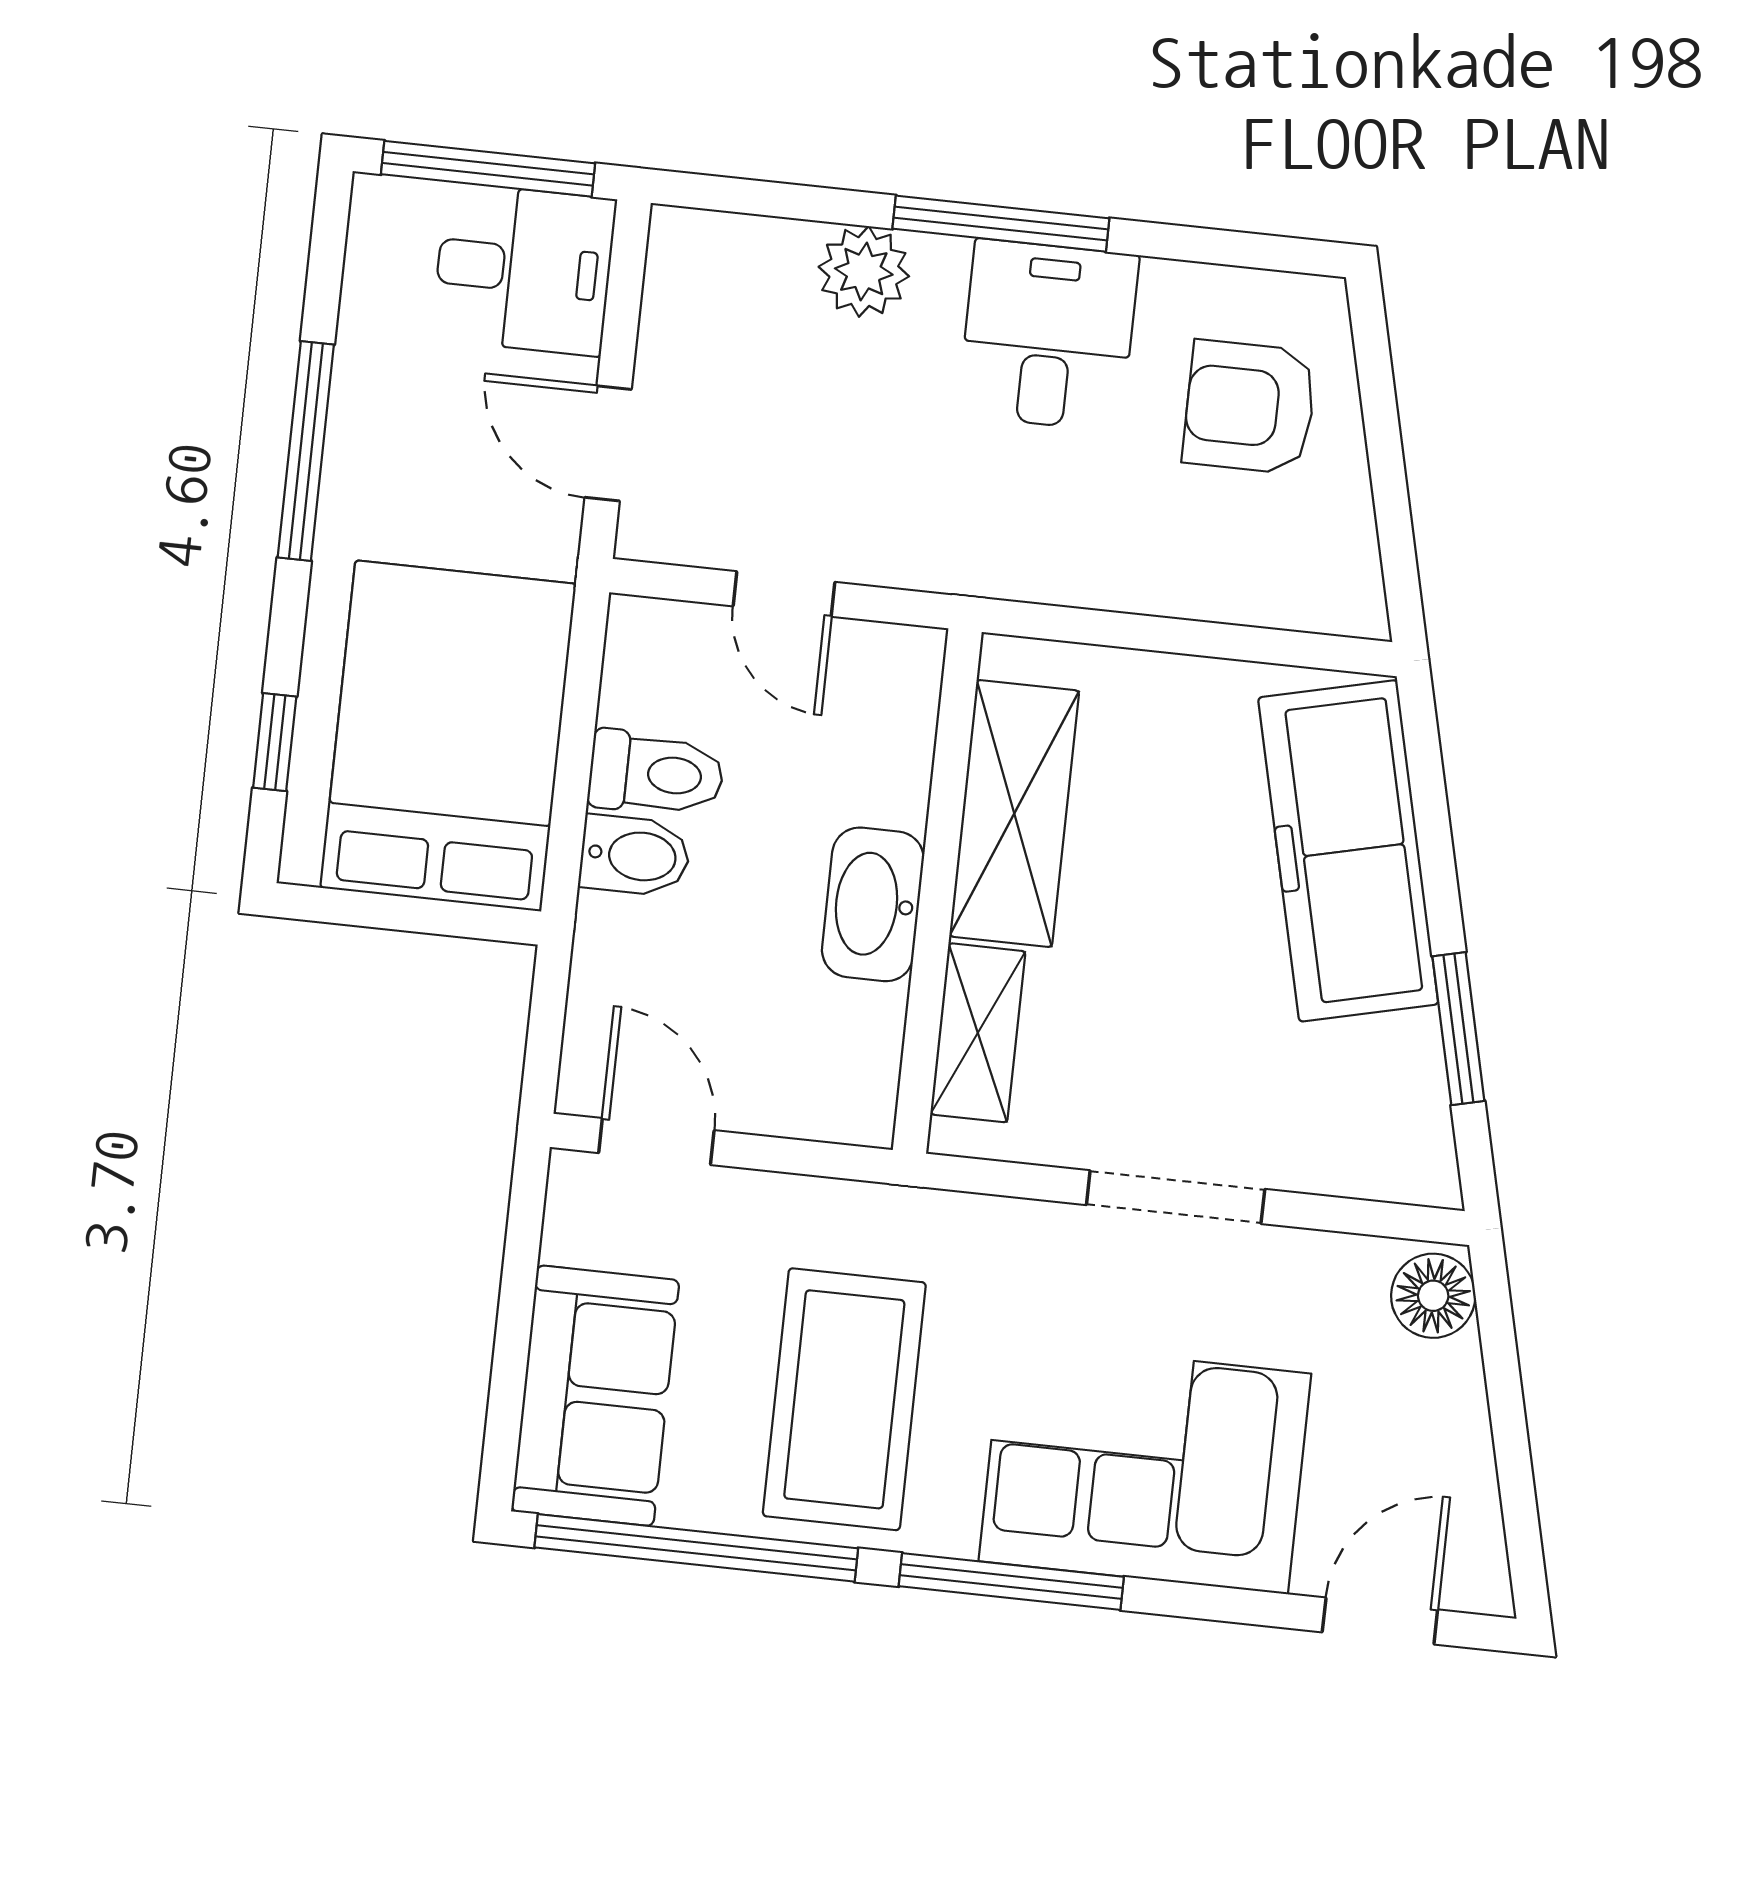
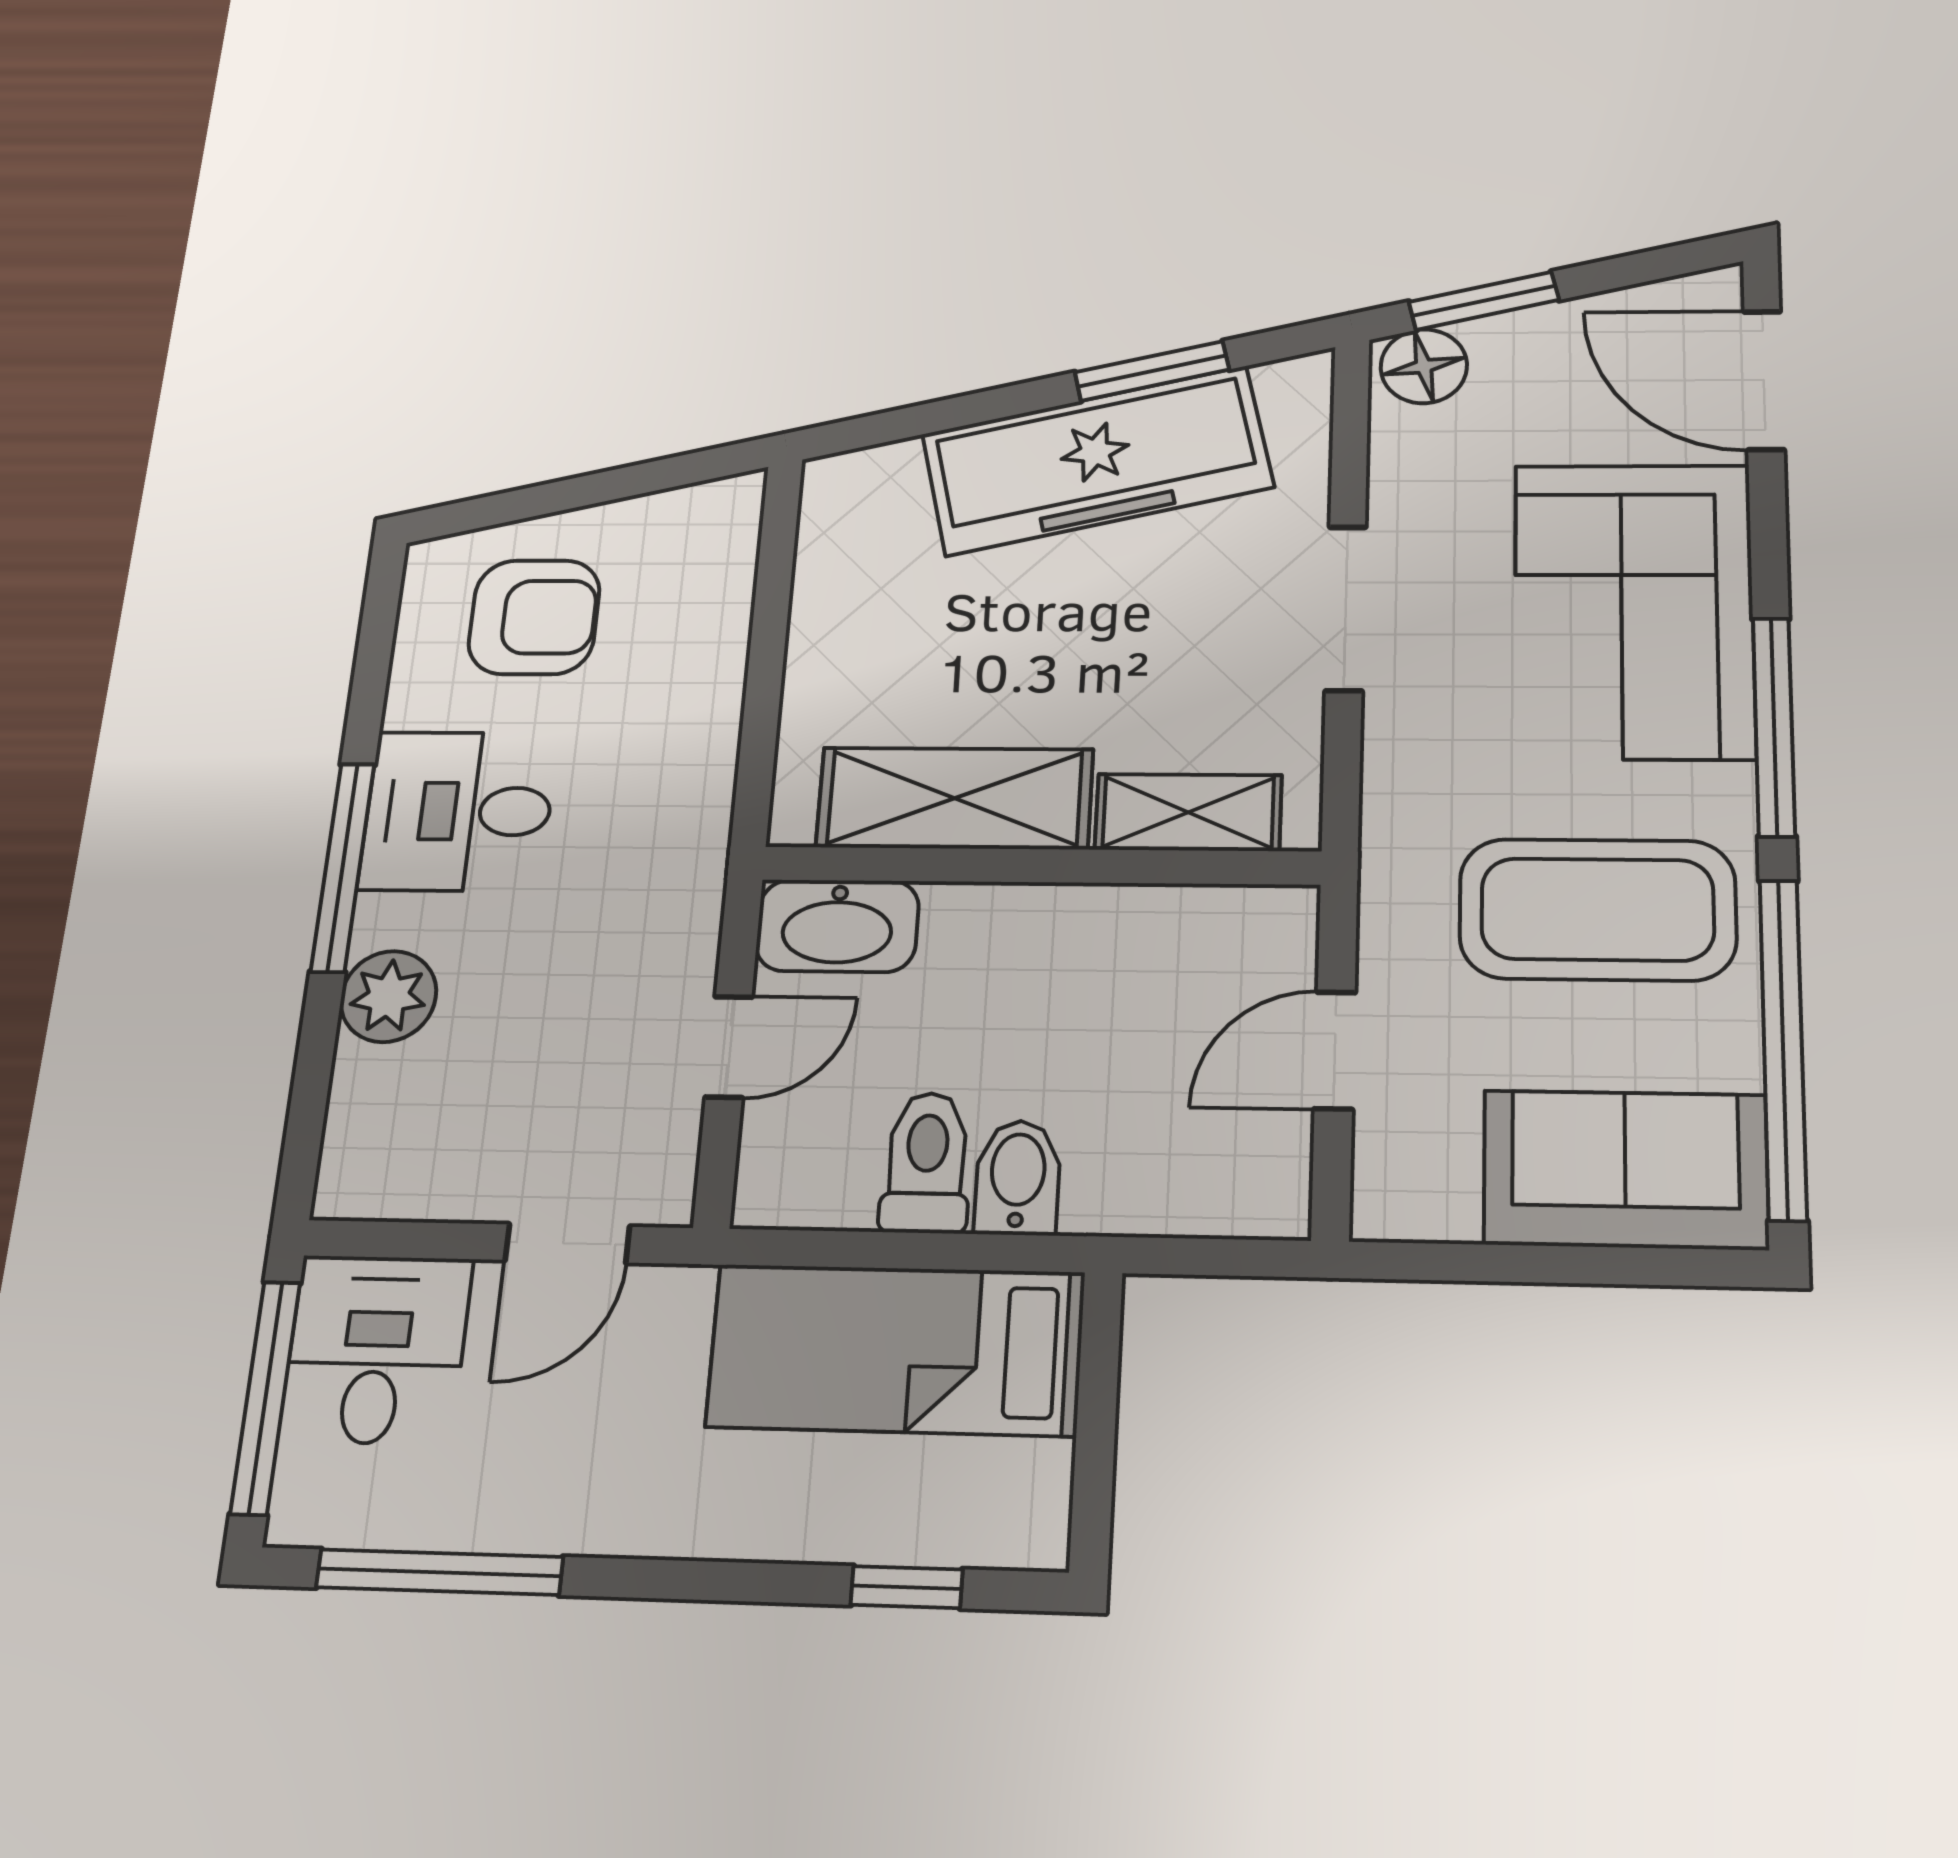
armchair: (1250, 407) -> (534, 617), turned -90
window: (306, 451) -> (439, 1572), moved
bed: (448, 736) -> (896, 1350), width x0.67
freezer: (1348, 851) -> (1097, 461), moved
washbasin: (873, 904) -> (837, 926), moved
door: (656, 1142) -> (1335, 1050), moved
window: (1501, 1361) -> (1484, 301), added
door: (1380, 1621) -> (1764, 380), width x1.38

